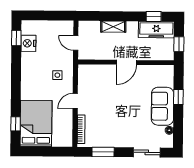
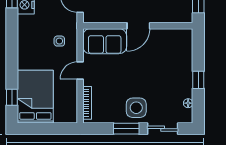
window: (178, 97) -> (198, 80), moved
sofa: (162, 106) -> (105, 41), moved, turned -90
side table: (124, 134) -> (136, 108), added
window: (103, 152) -> (126, 129), moved

